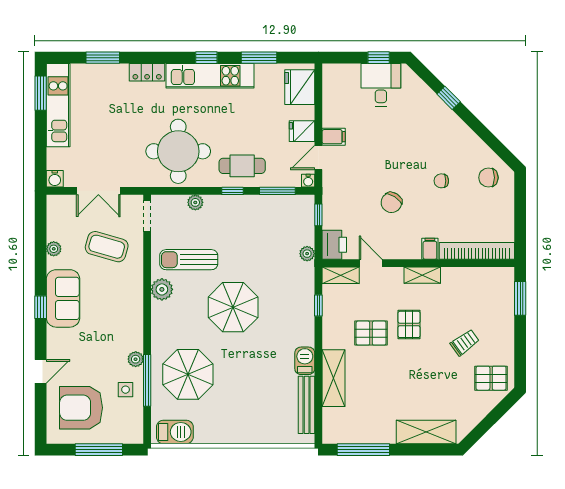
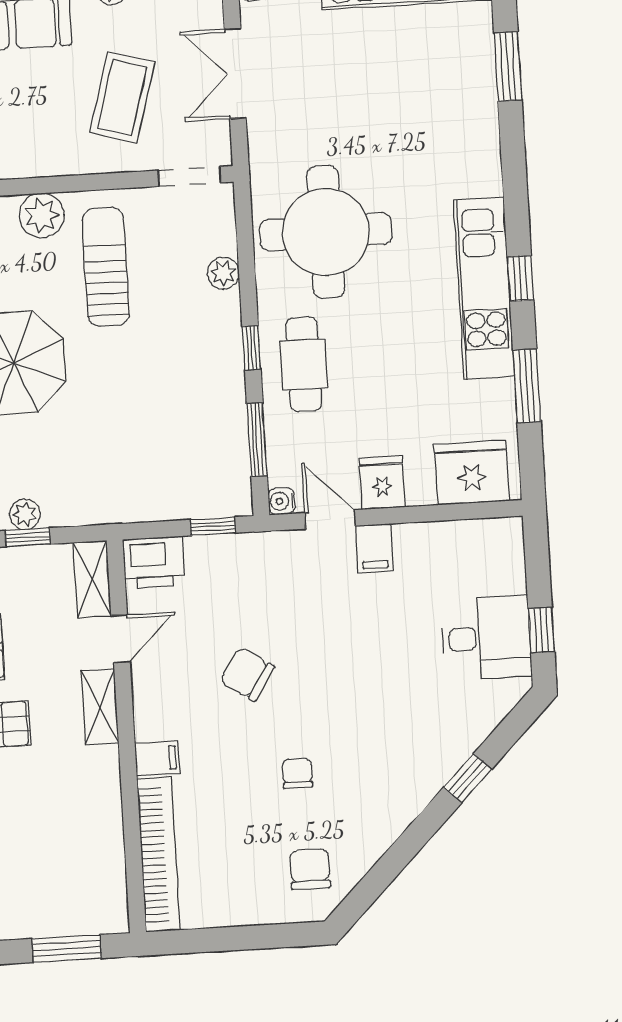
locker: (147, 72) -> (483, 159), removed
plant: (307, 254) -> (25, 514), moved
shelving: (422, 275) -> (100, 706), moved

